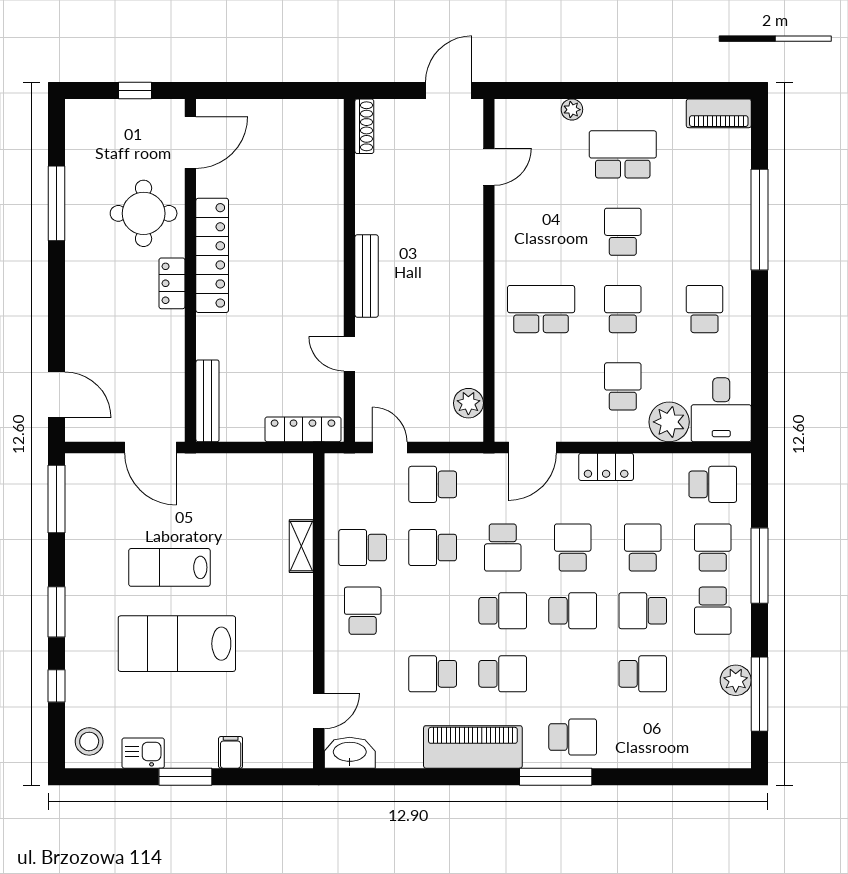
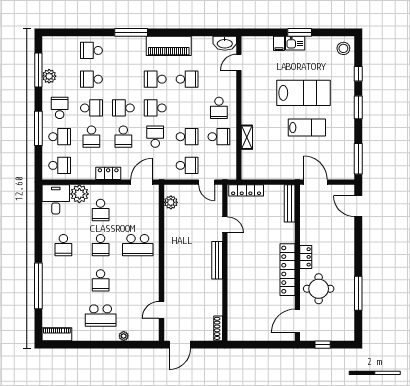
school desk: (713, 484) -> (60, 165), turned 180
school desk: (713, 548) -> (60, 137), turned -90
school desk: (573, 737) -> (91, 50), moved
kitchen sink: (143, 753) -> (295, 43), moved

